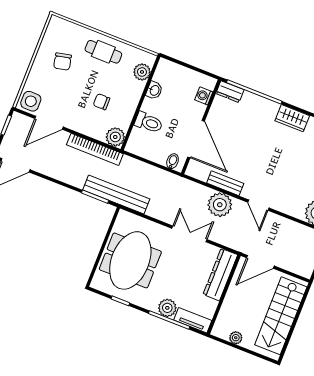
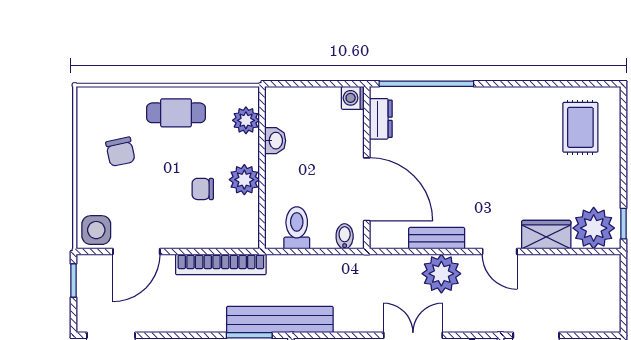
dresser: (230, 92) -> (381, 119), moved, turned -90
washing machine: (204, 96) -> (353, 98), moved
wardrobe: (292, 118) -> (546, 235), moved, turned 180
toilet: (149, 122) -> (297, 228), moved, turned -90
plant: (115, 137) -> (244, 180), moved

